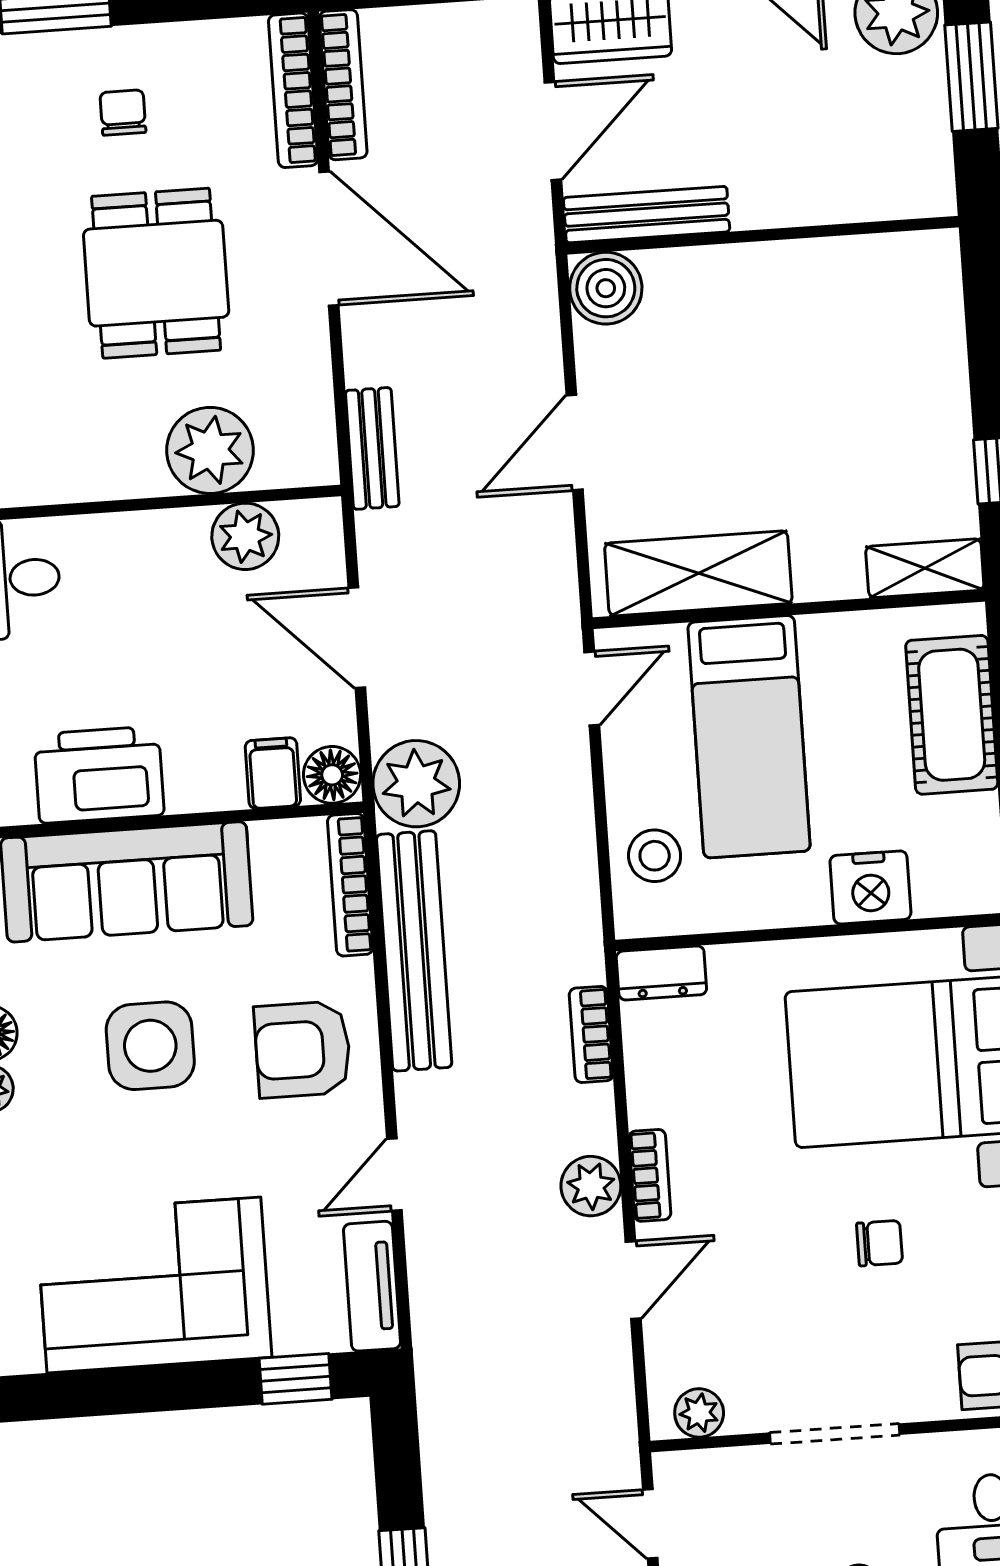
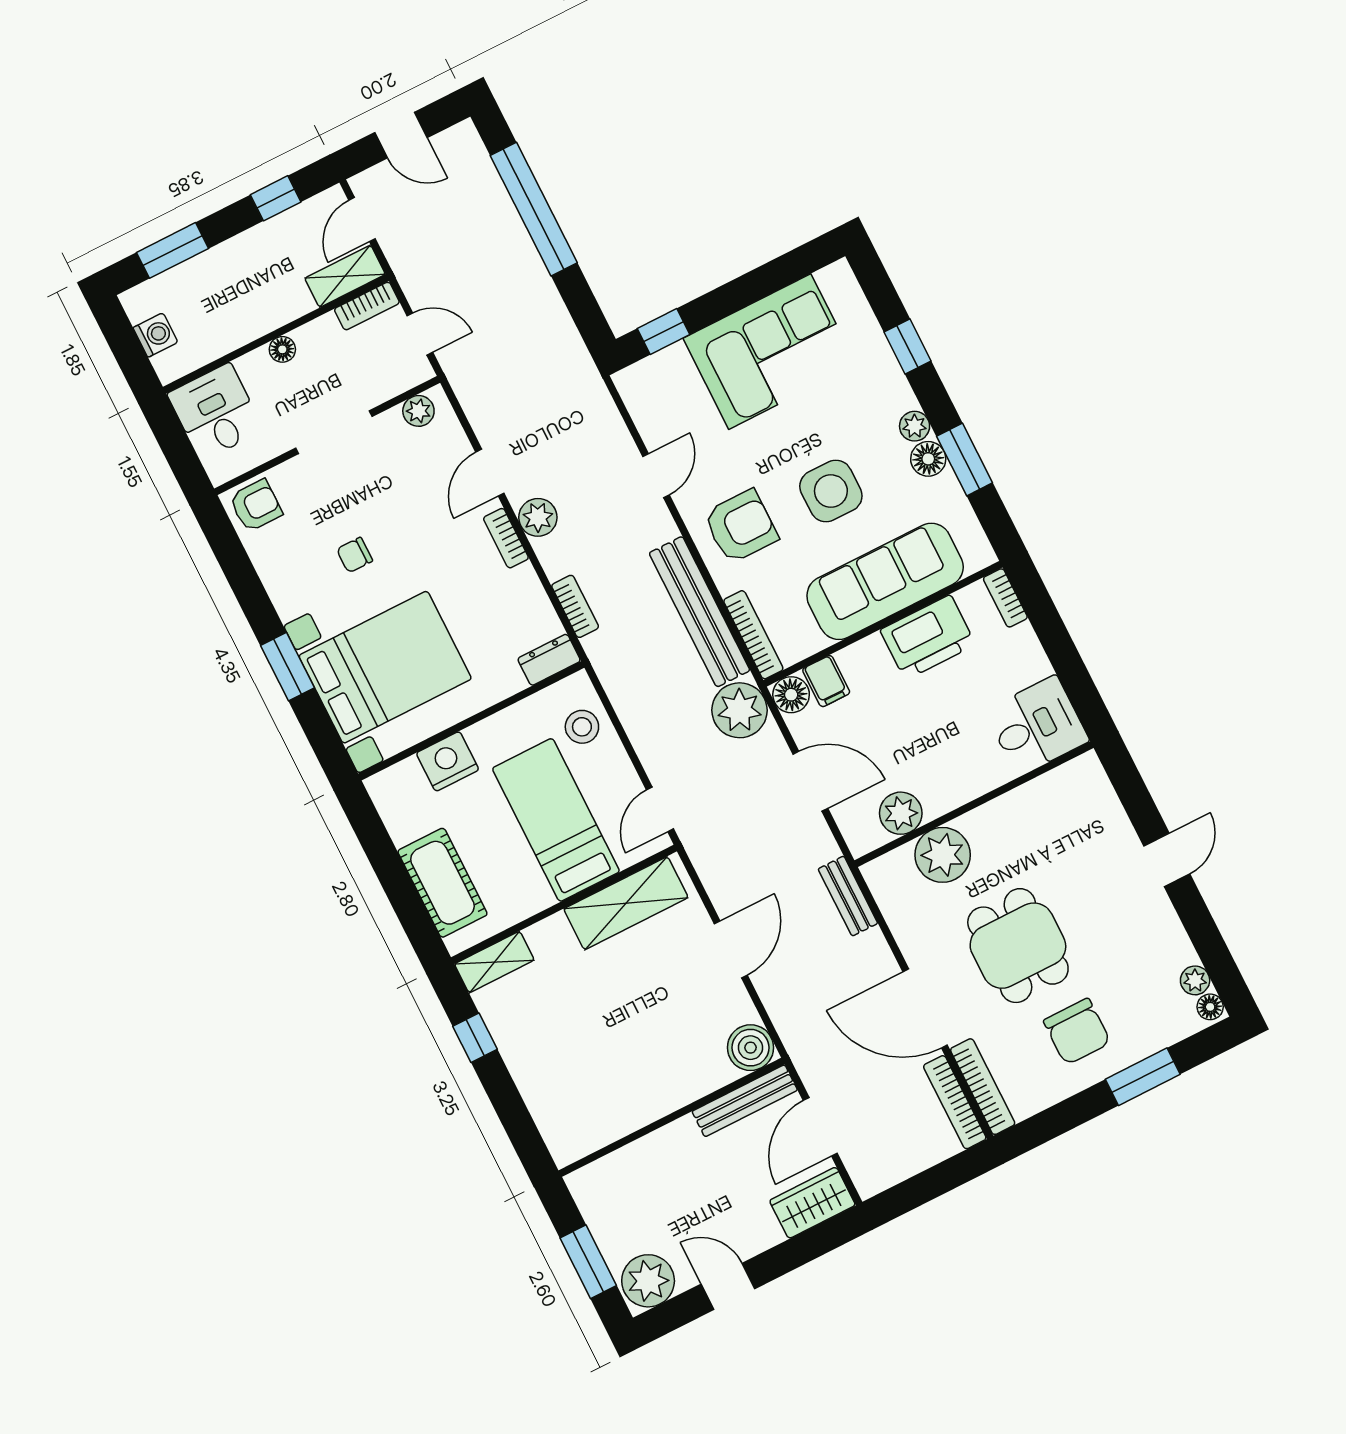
chair: (123, 113) -> (1077, 1032), width x1.87, depth x1.87
tv unit: (372, 1286) -> (642, 405), removed

